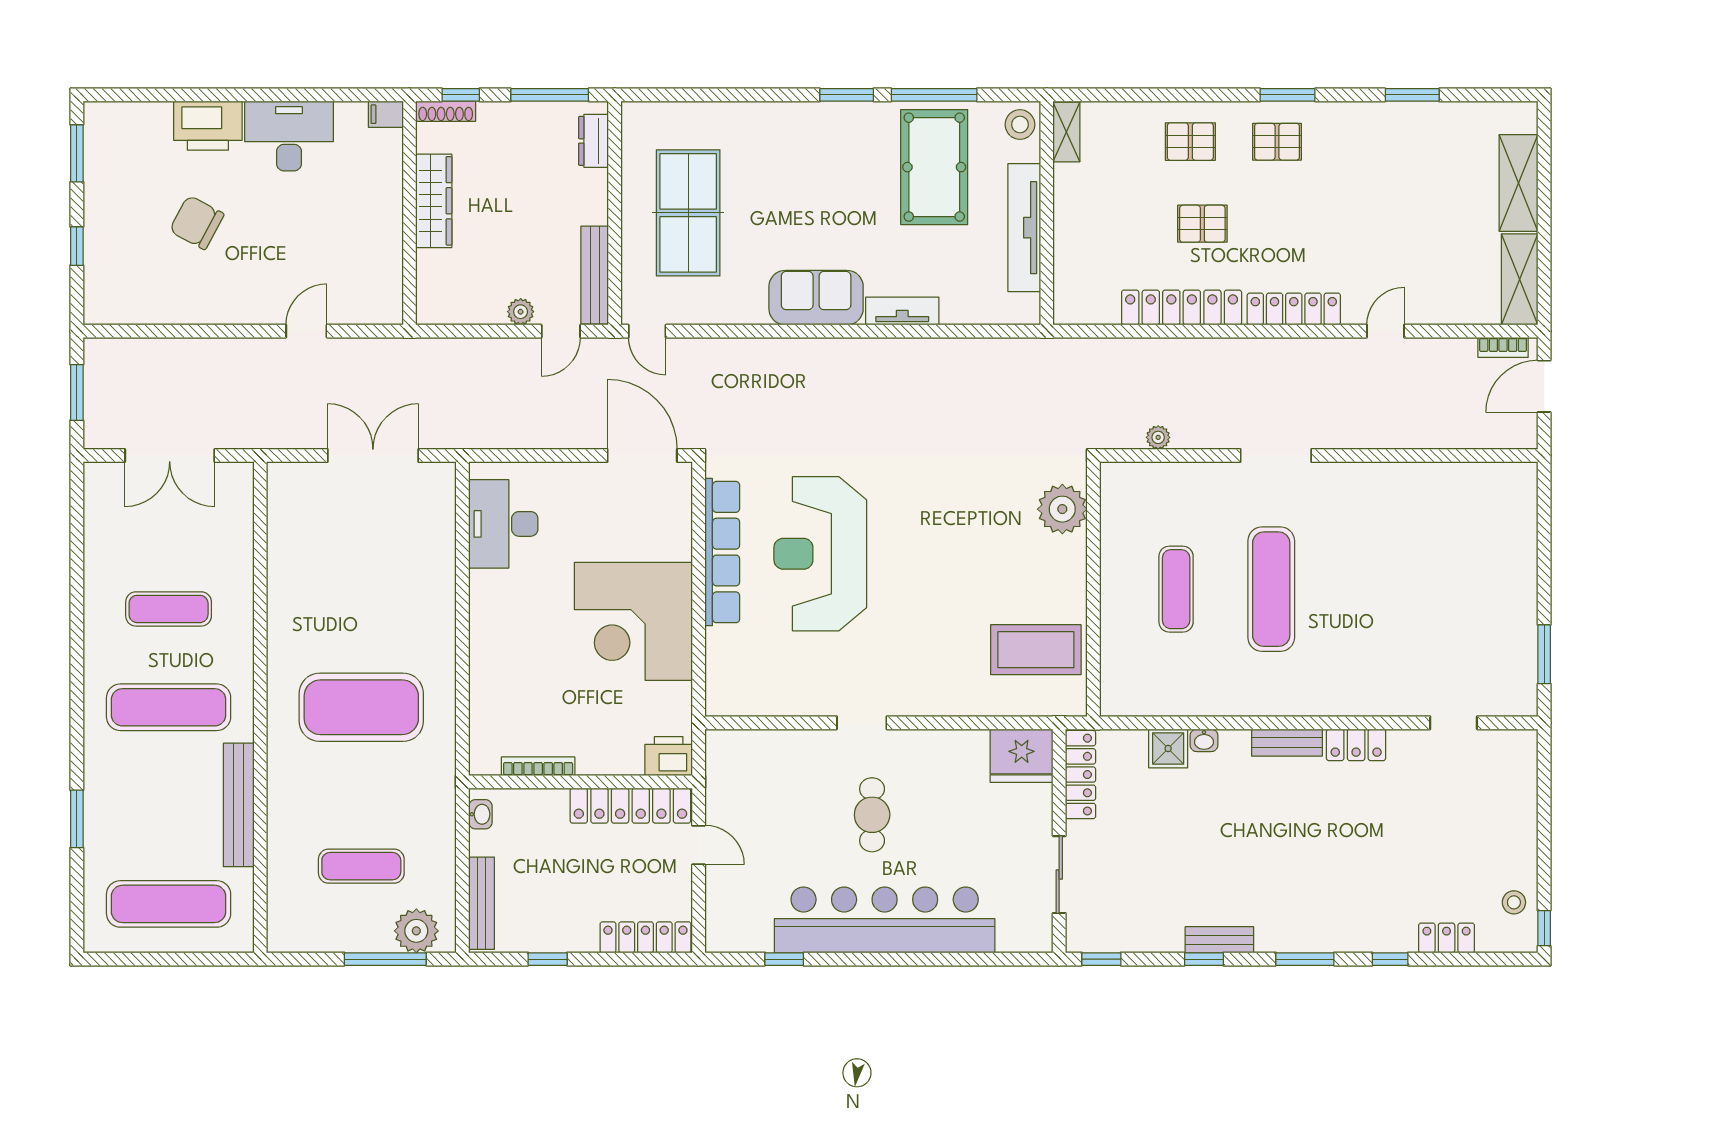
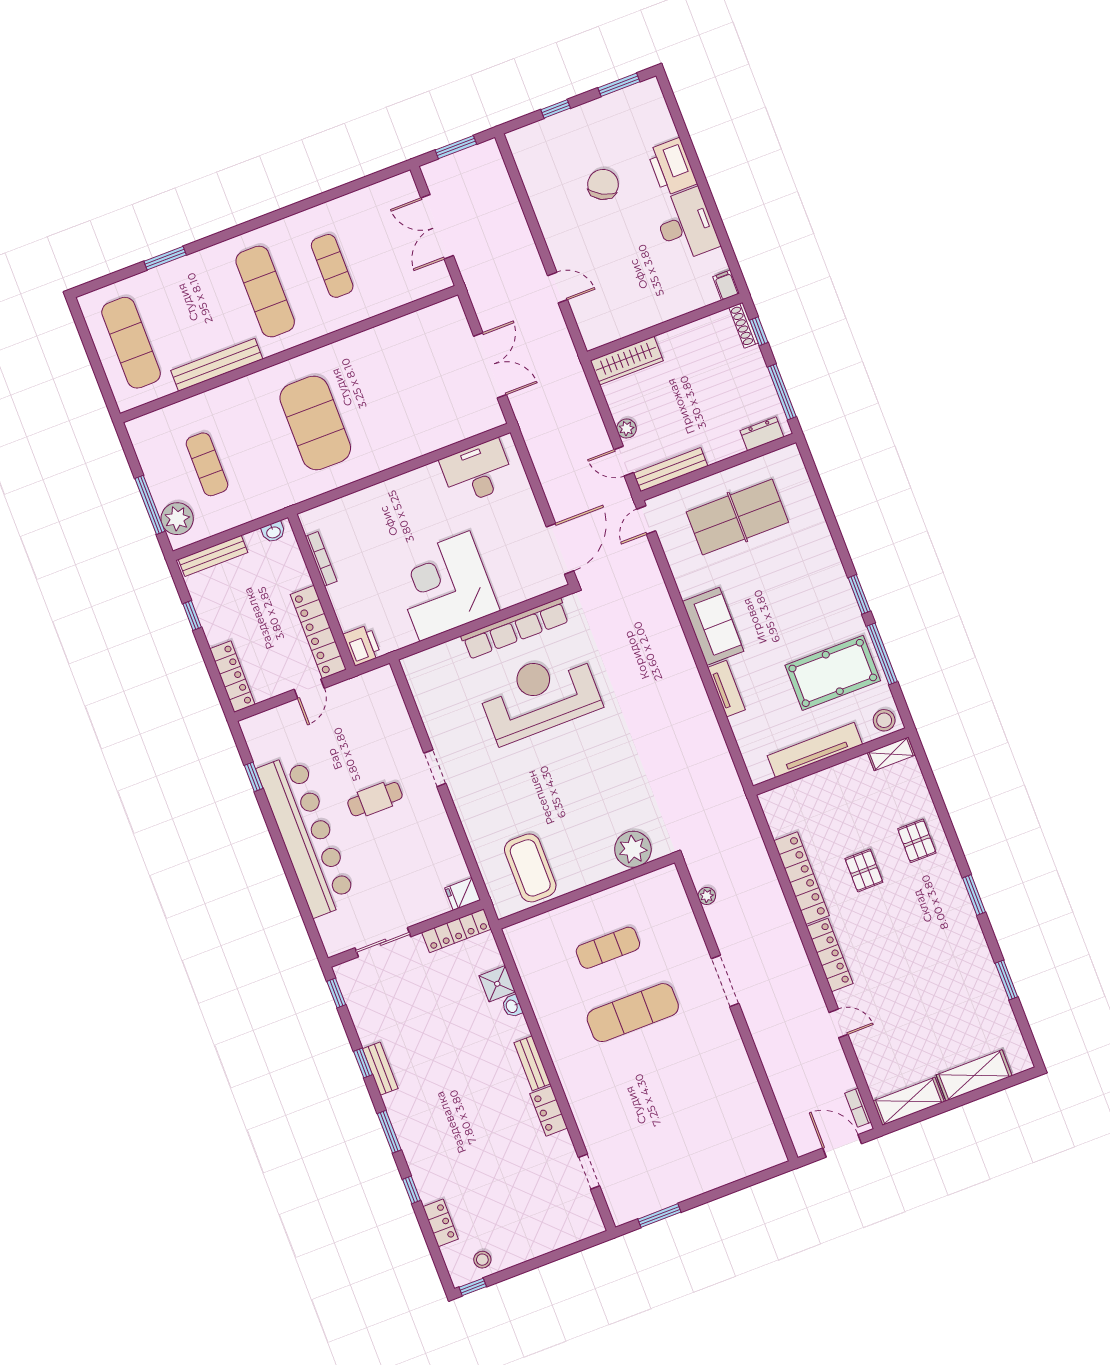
pallet: (1277, 142) -> (939, 900), removed
wardrobe: (434, 201) -> (627, 361), moved
fridge: (1022, 756) -> (463, 894), width x0.53, depth x0.75

